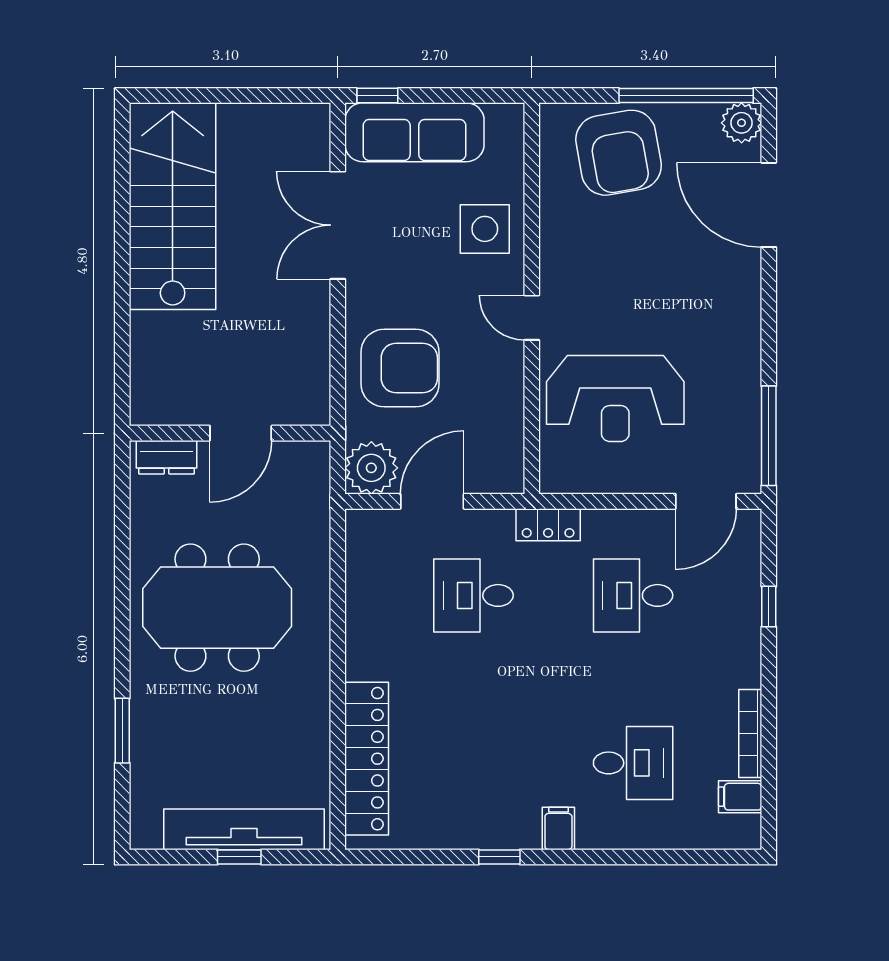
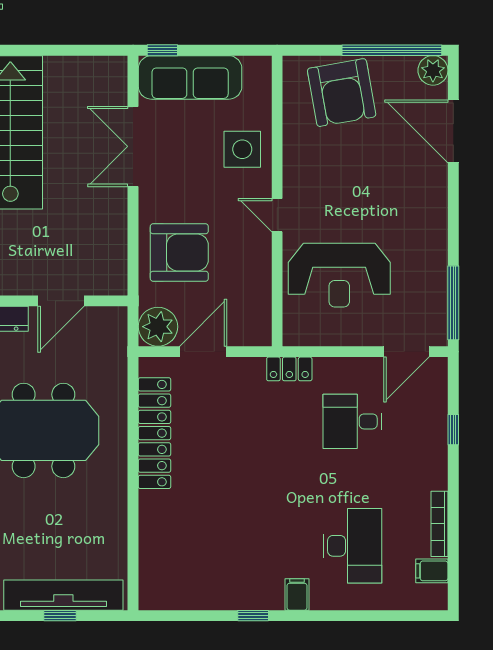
desk: (473, 595) -> (234, 421), removed
locker: (367, 759) -> (154, 433), moved
desk: (633, 763) -> (352, 546), width x1.37

